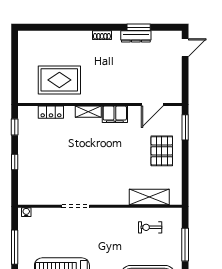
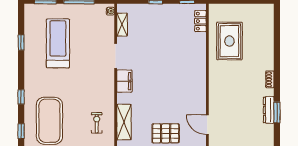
locker: (51, 112) -> (200, 21), moved
shelving: (88, 112) -> (122, 25), moved
filing cabinet: (115, 114) -> (124, 81), moved, turned 180

